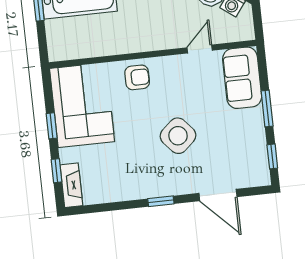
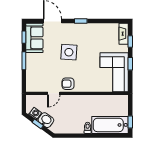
armchair: (137, 77) -> (68, 84), moved
sofa: (242, 78) -> (34, 38), moved
side table: (178, 136) -> (69, 52), turned 45

